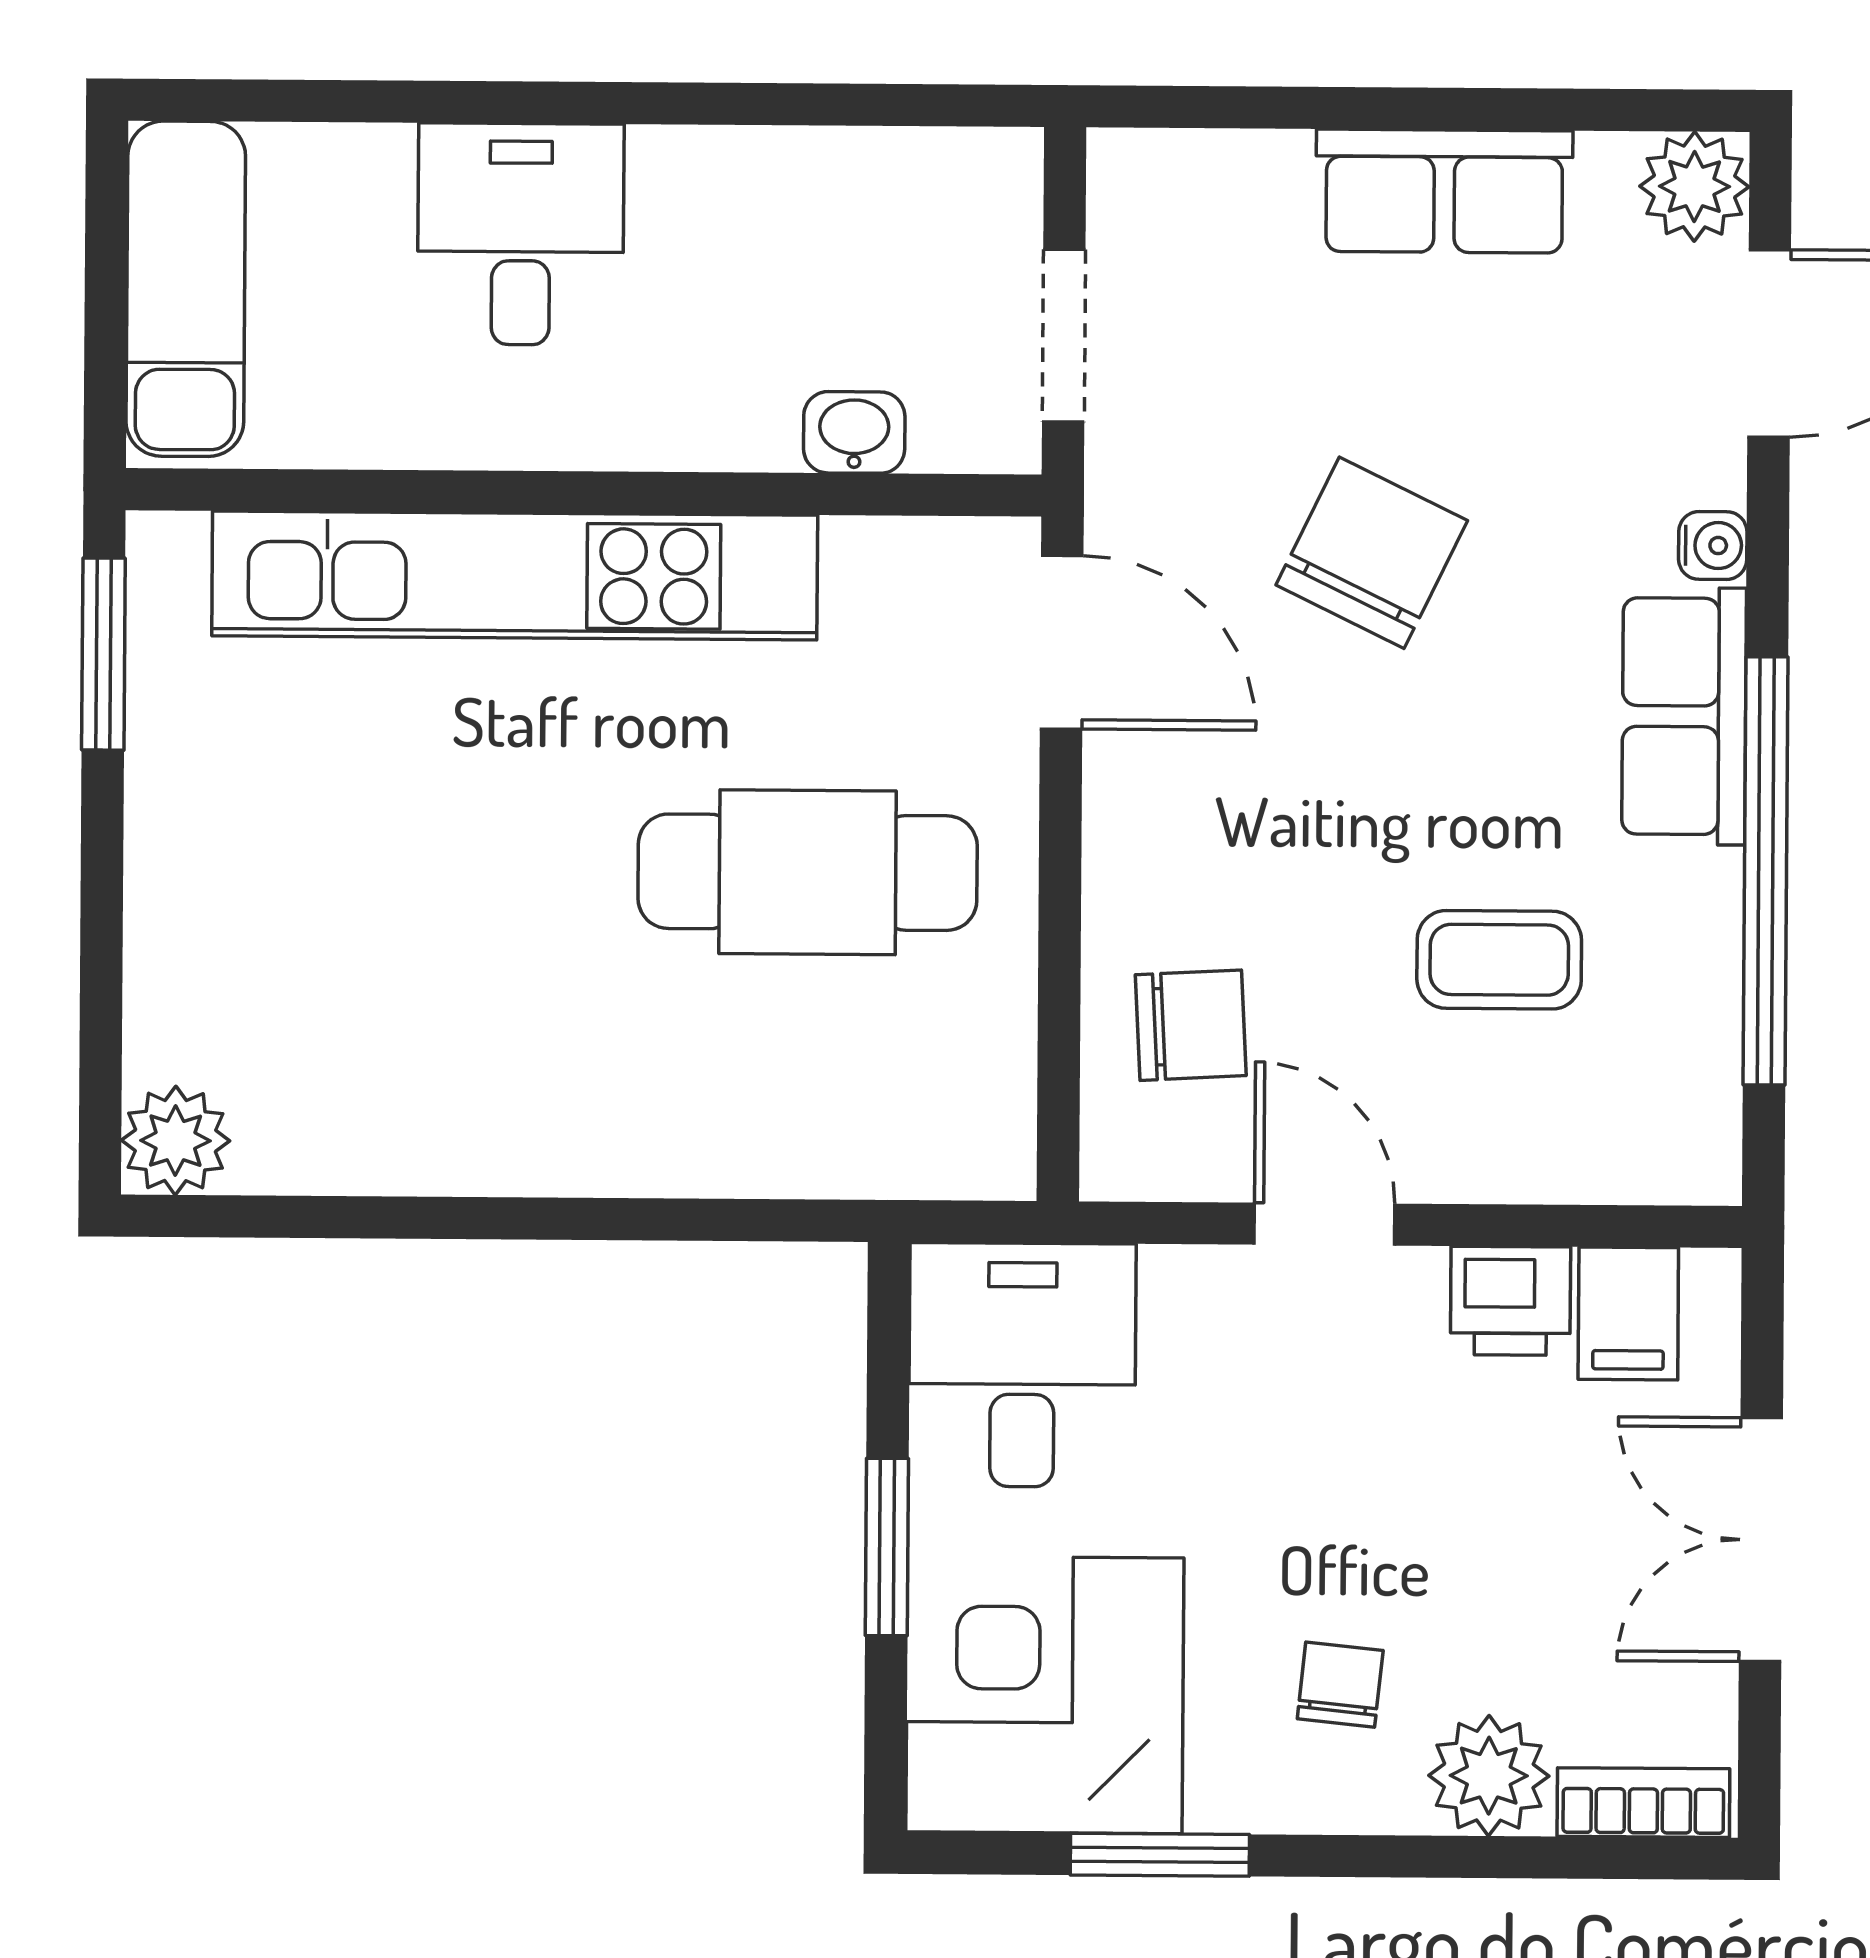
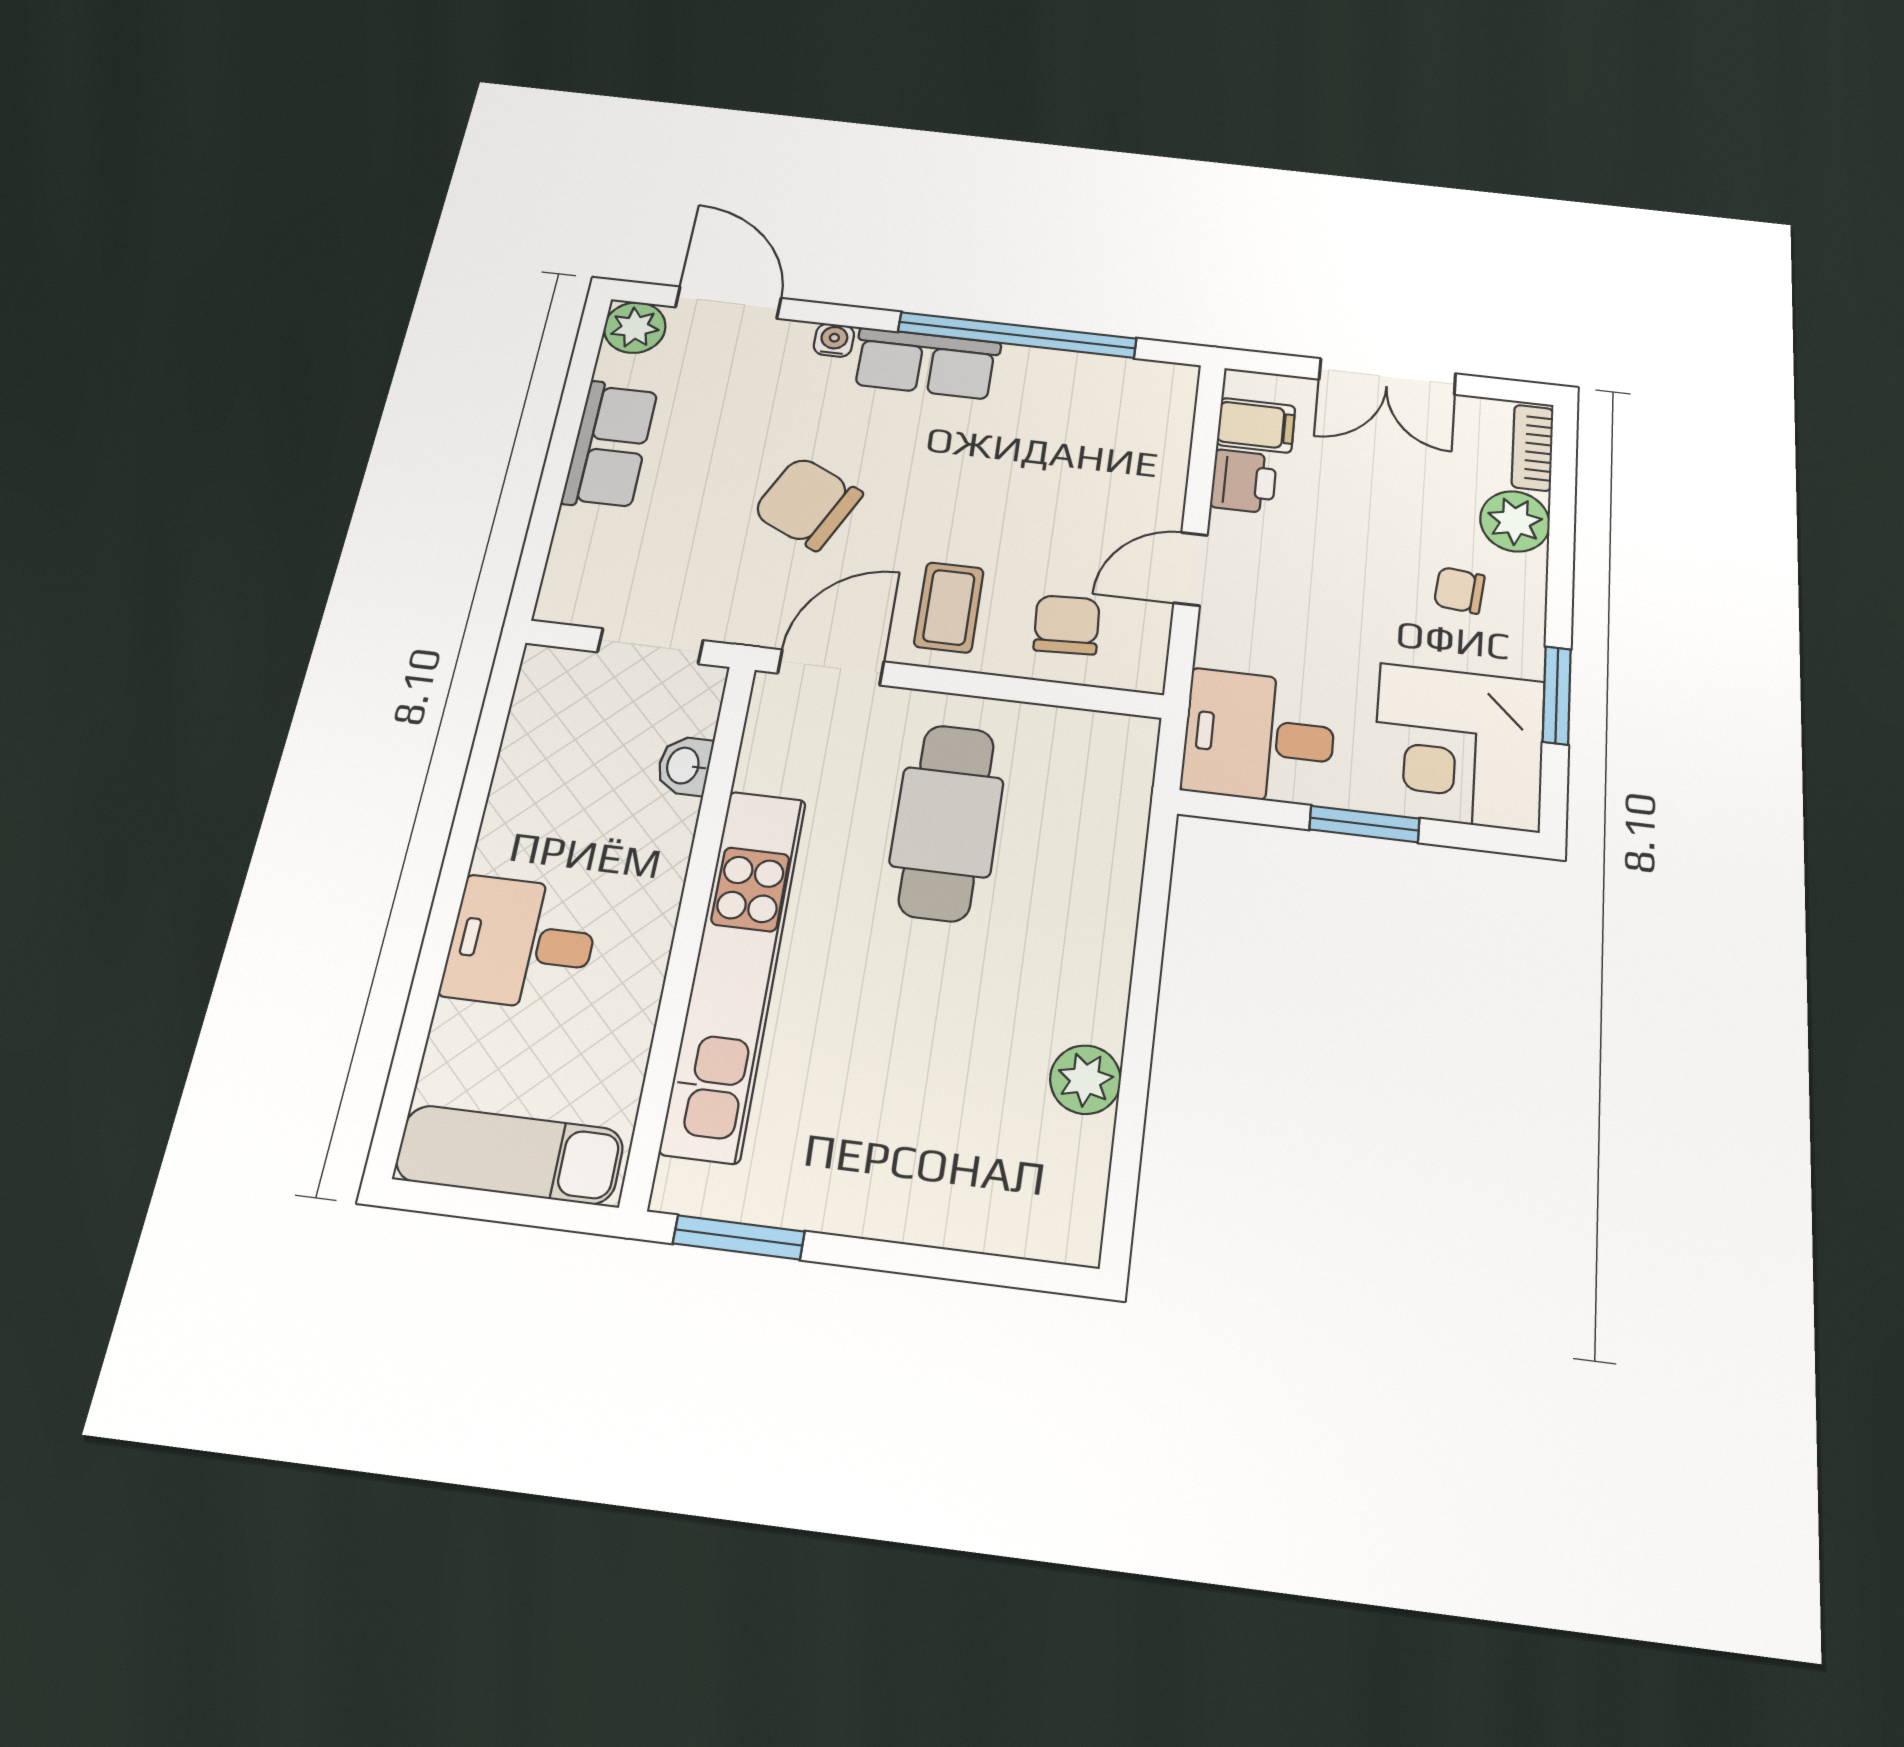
coffee table: (1499, 960) -> (949, 607), moved
plant: (175, 1141) -> (1085, 1080), moved

